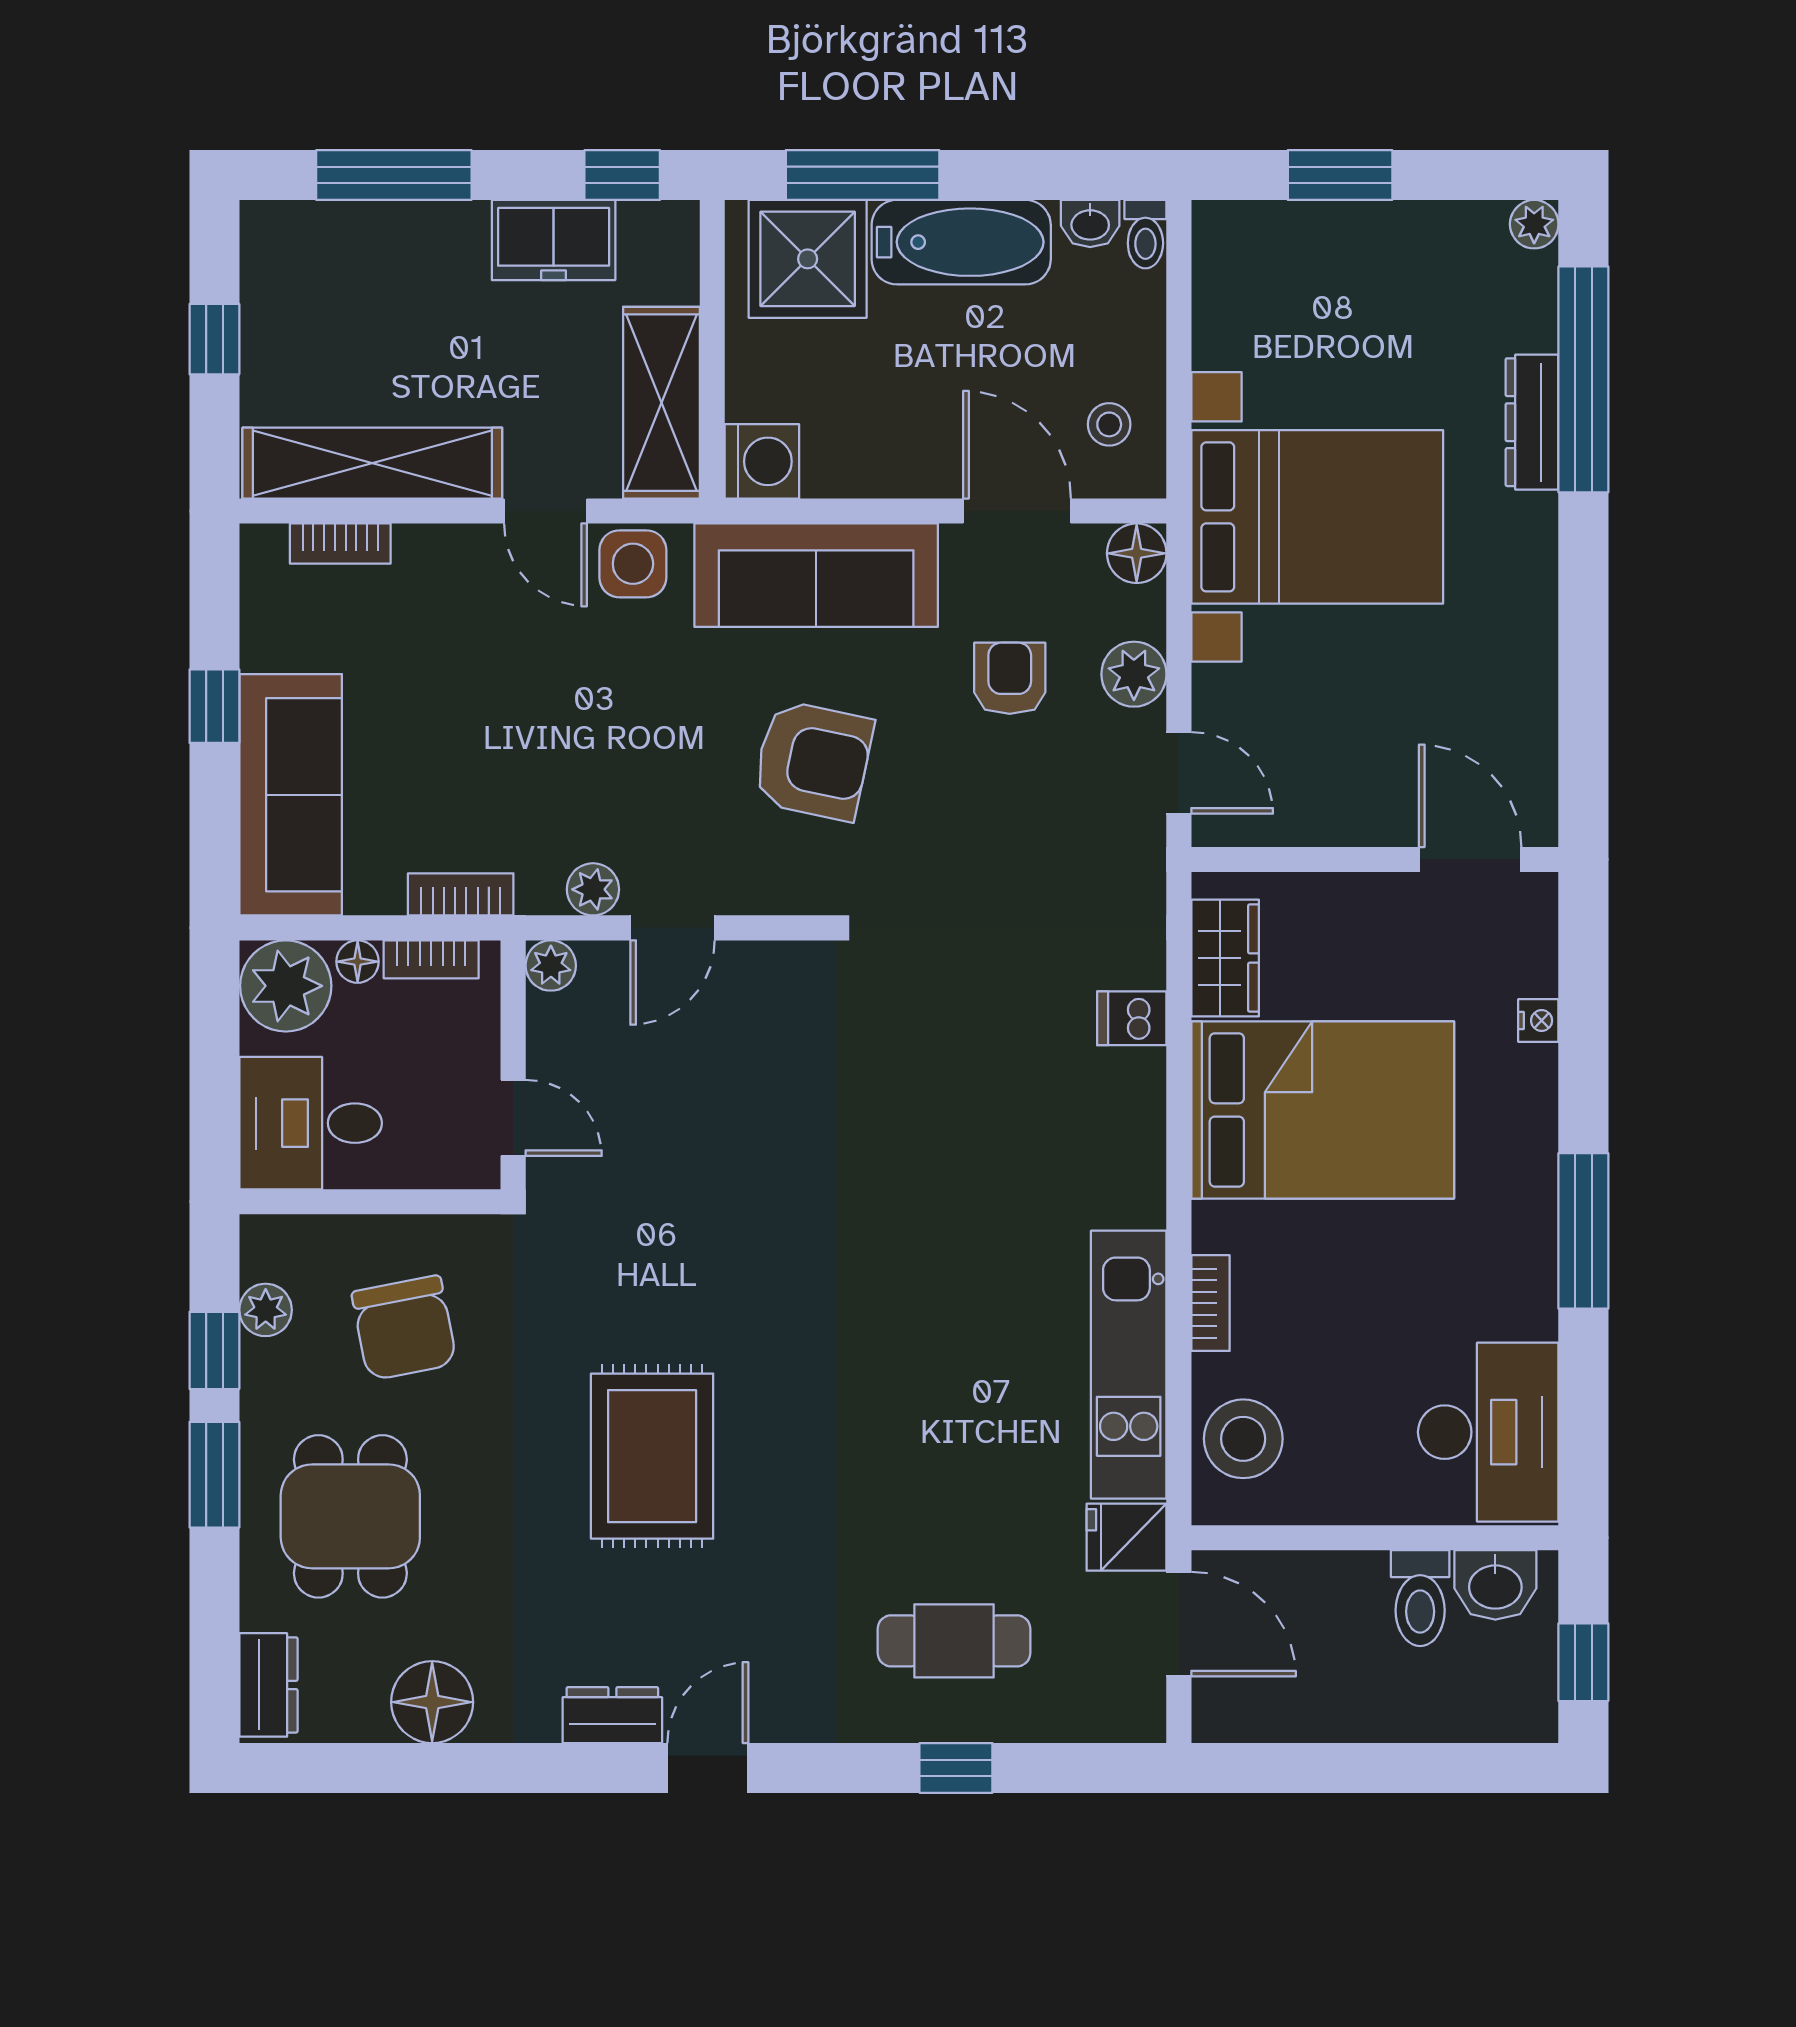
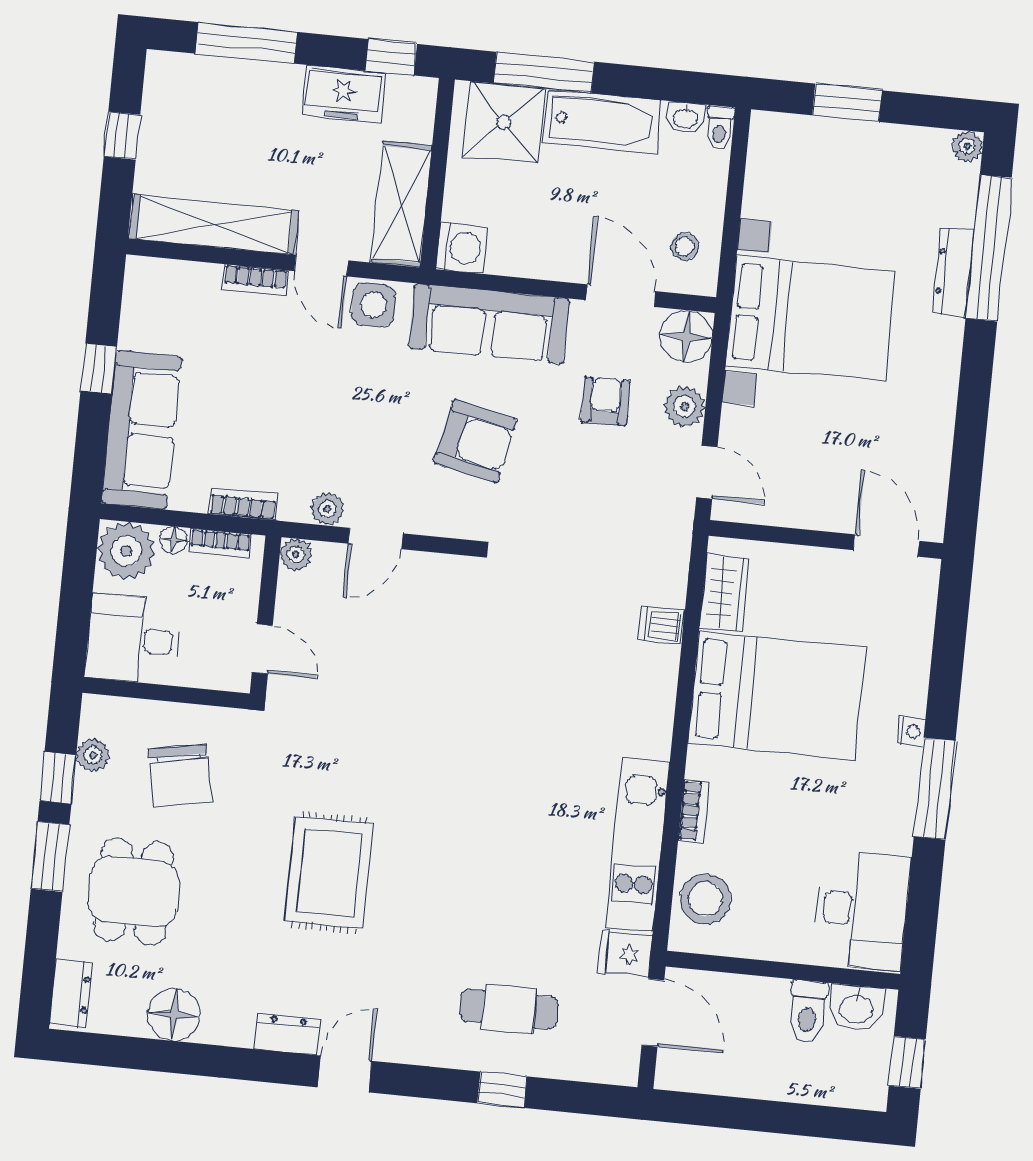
bookcase: (340, 544) -> (255, 280), moved
floor lamp: (1137, 553) -> (686, 336), width x1.38, depth x1.38
nightstand: (1538, 1021) -> (911, 731), moved

